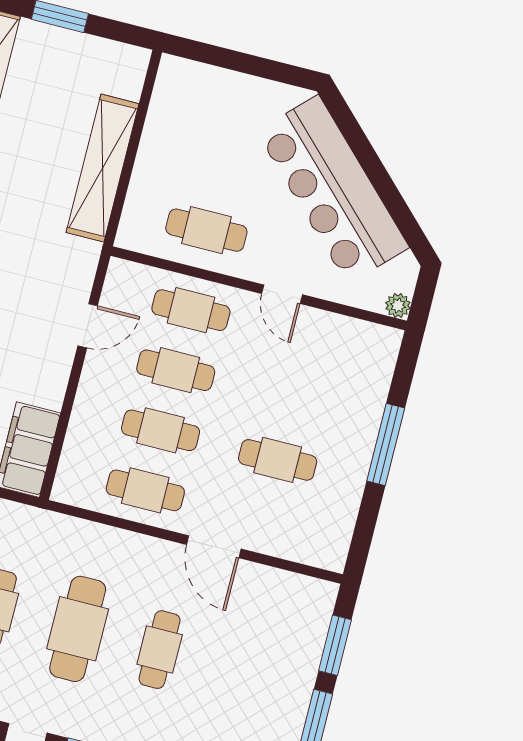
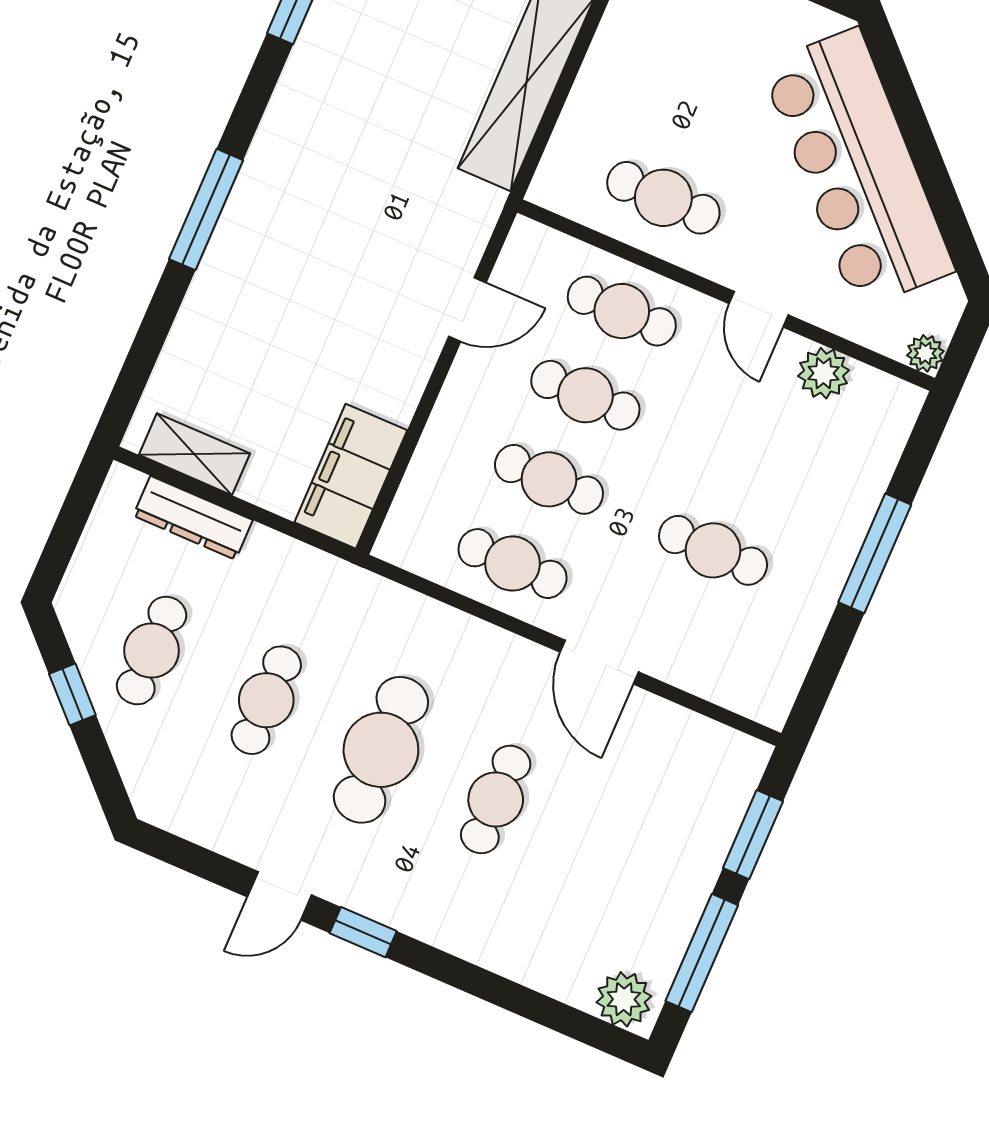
plant: (332, 330) -> (824, 373), added

